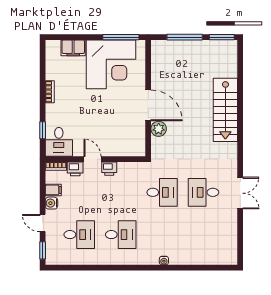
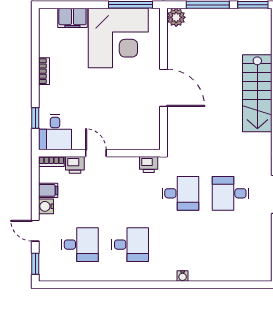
plant: (159, 129) -> (176, 17), moved
printer: (109, 169) -> (149, 165), moved

